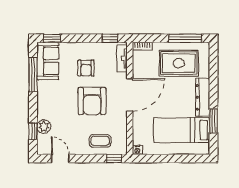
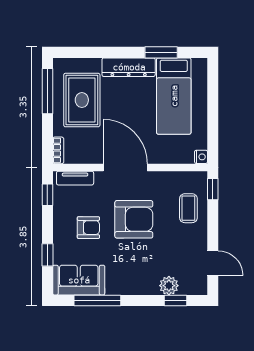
window: (52, 38) -> (47, 255), moved
door: (60, 159) -> (213, 263), swing flipped

